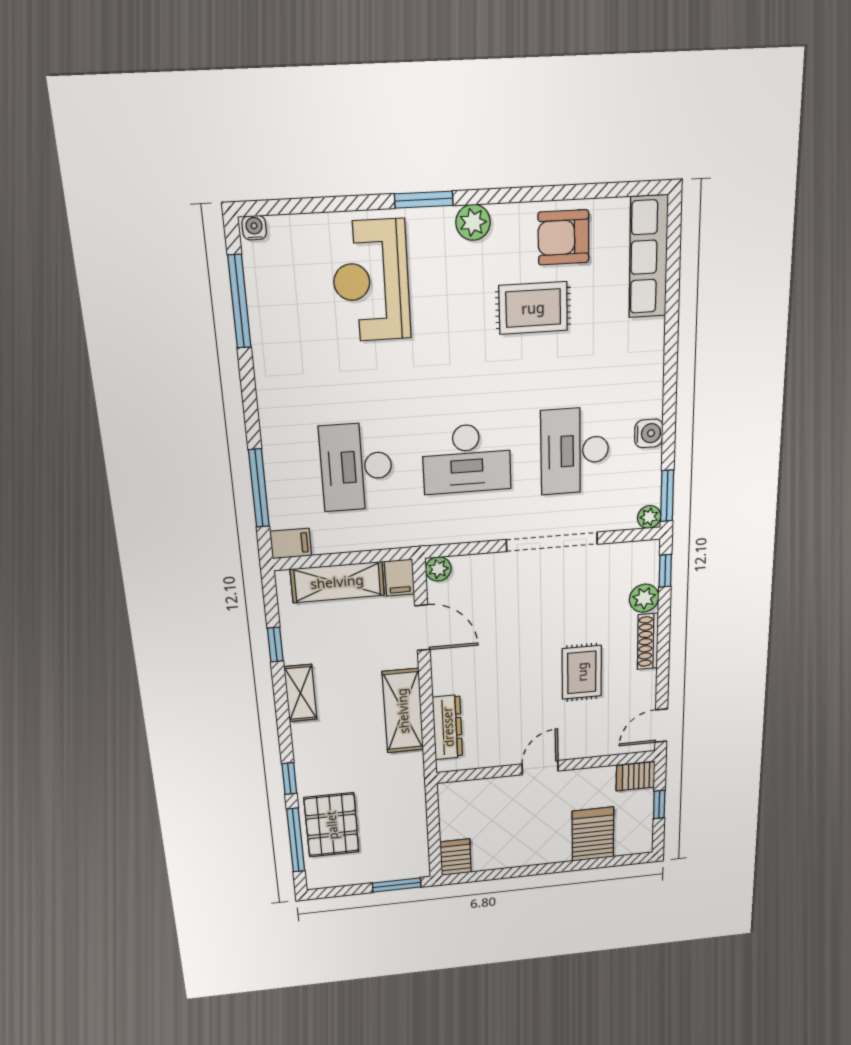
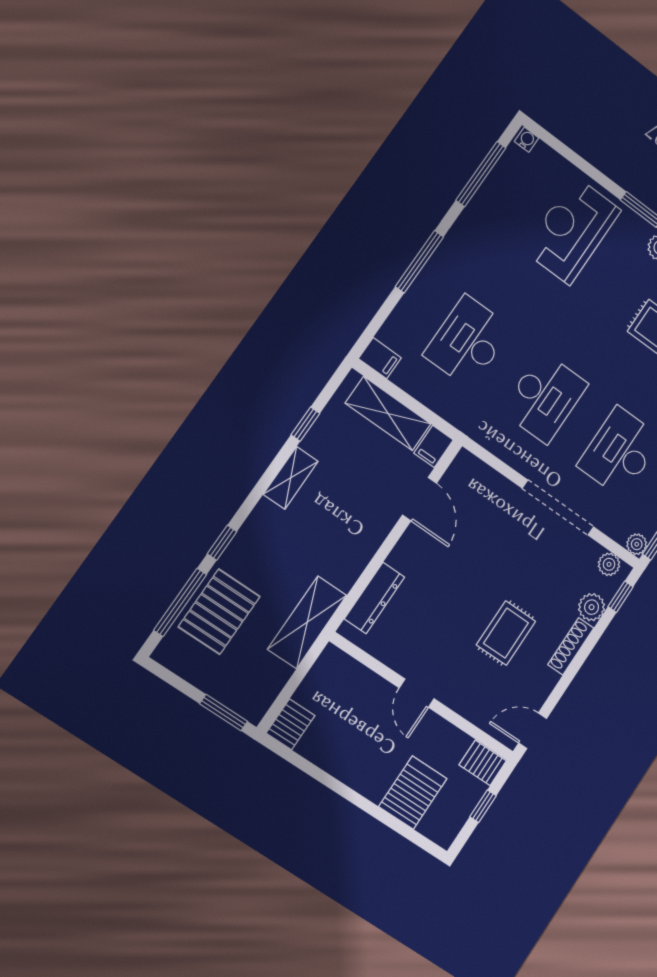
desk: (467, 459) -> (545, 397), turned -90
window: (259, 488) -> (419, 262), moved
plant: (438, 569) -> (609, 564), moved
shelving: (403, 711) -> (307, 622), moved
door: (540, 768) -> (417, 693), swing flipped

